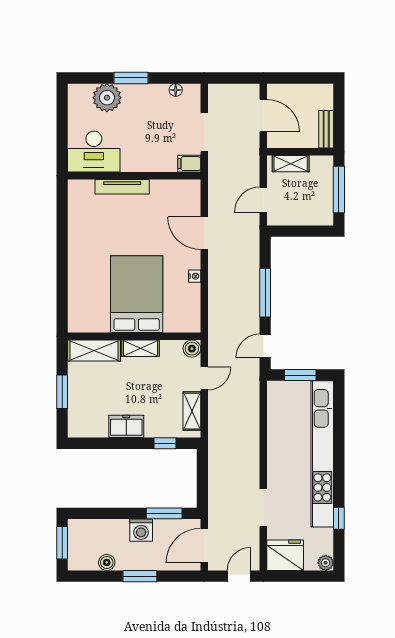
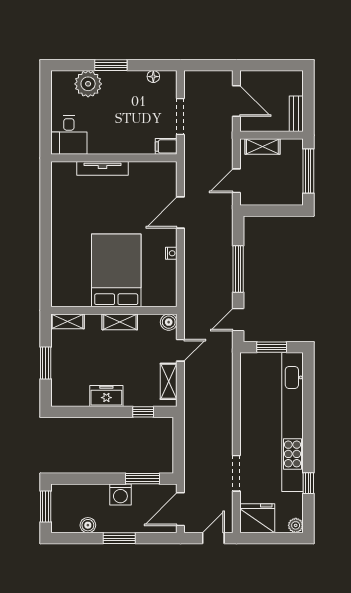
desk: (94, 152) -> (69, 135), width x0.73
door: (204, 233) -> (180, 213), hinge flipped
shelving: (94, 350) -> (67, 321), width x0.67, depth x0.75

